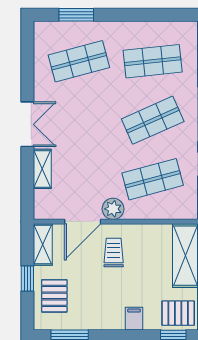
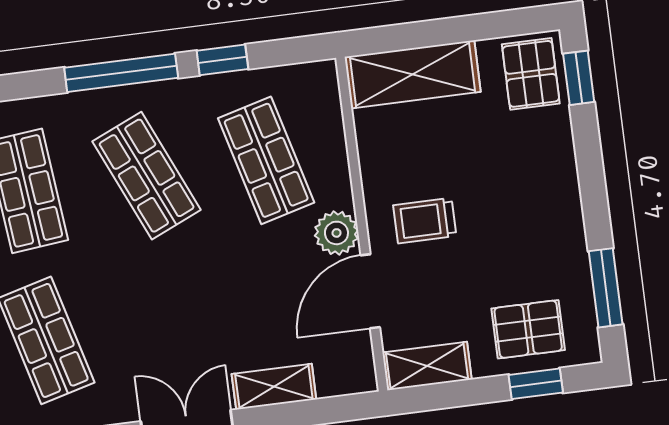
door: (83, 222) -> (370, 291), swing flipped
window: (27, 278) -> (536, 384), moved
filing cabinet: (134, 319) -> (553, 162), removed

